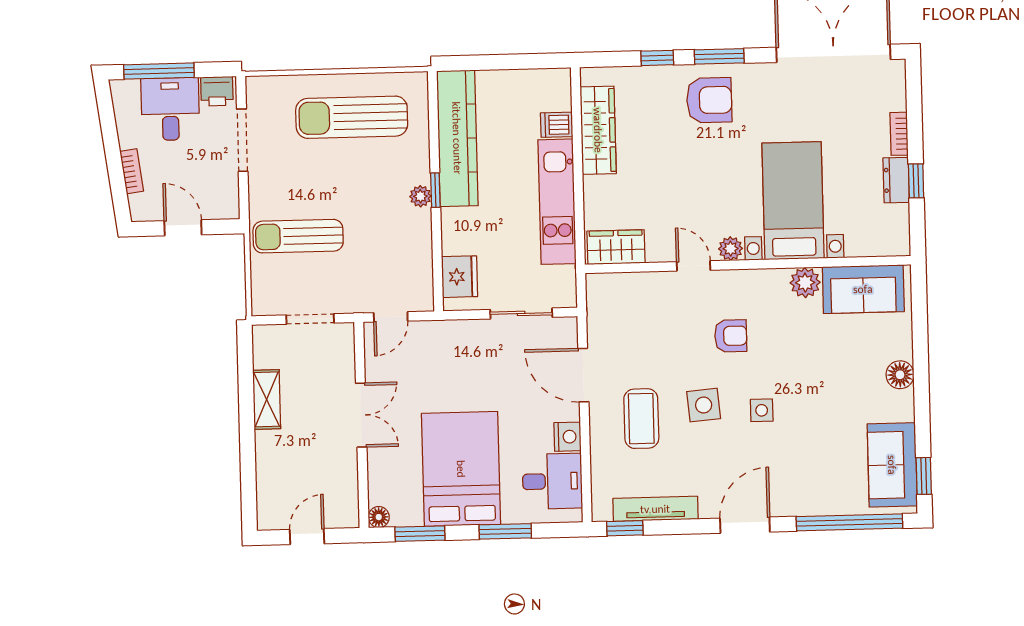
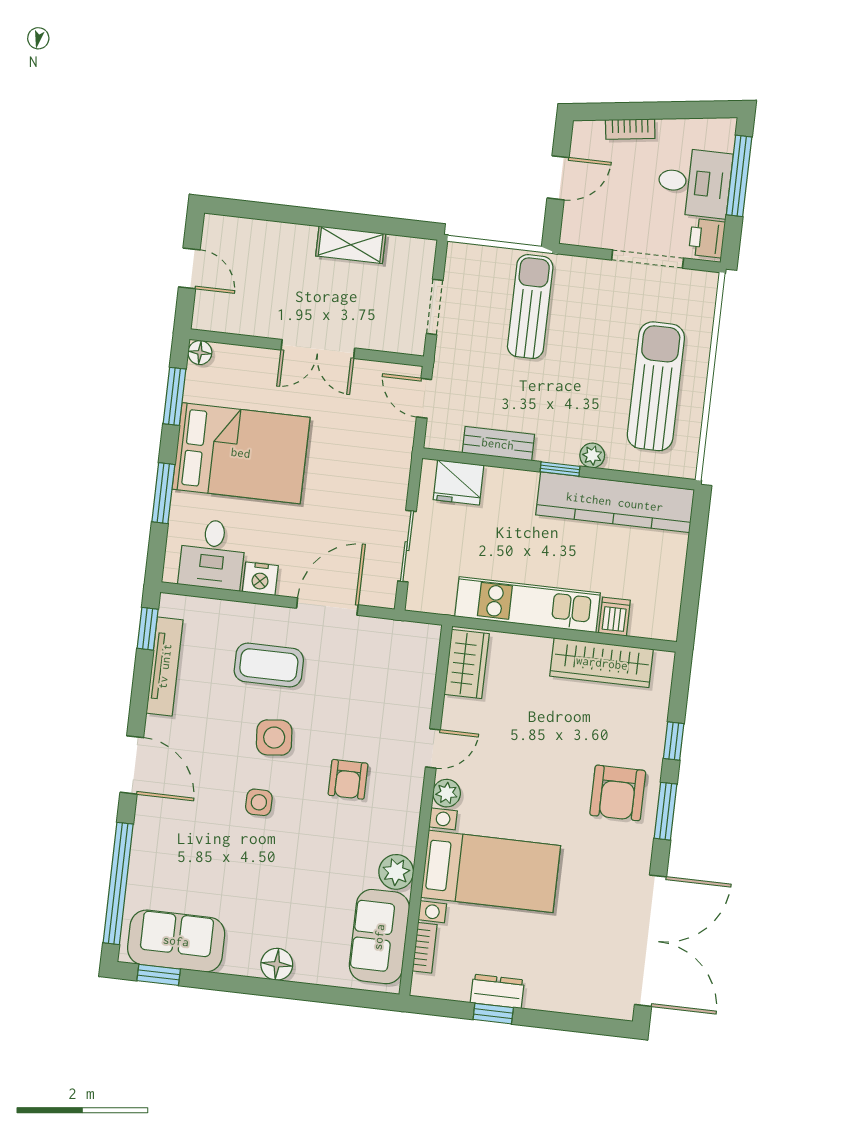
bookcase: (899, 134) -> (425, 948), moved, turned 90
plant: (420, 196) -> (592, 455), moved
bench: (421, 247) -> (498, 444), added

